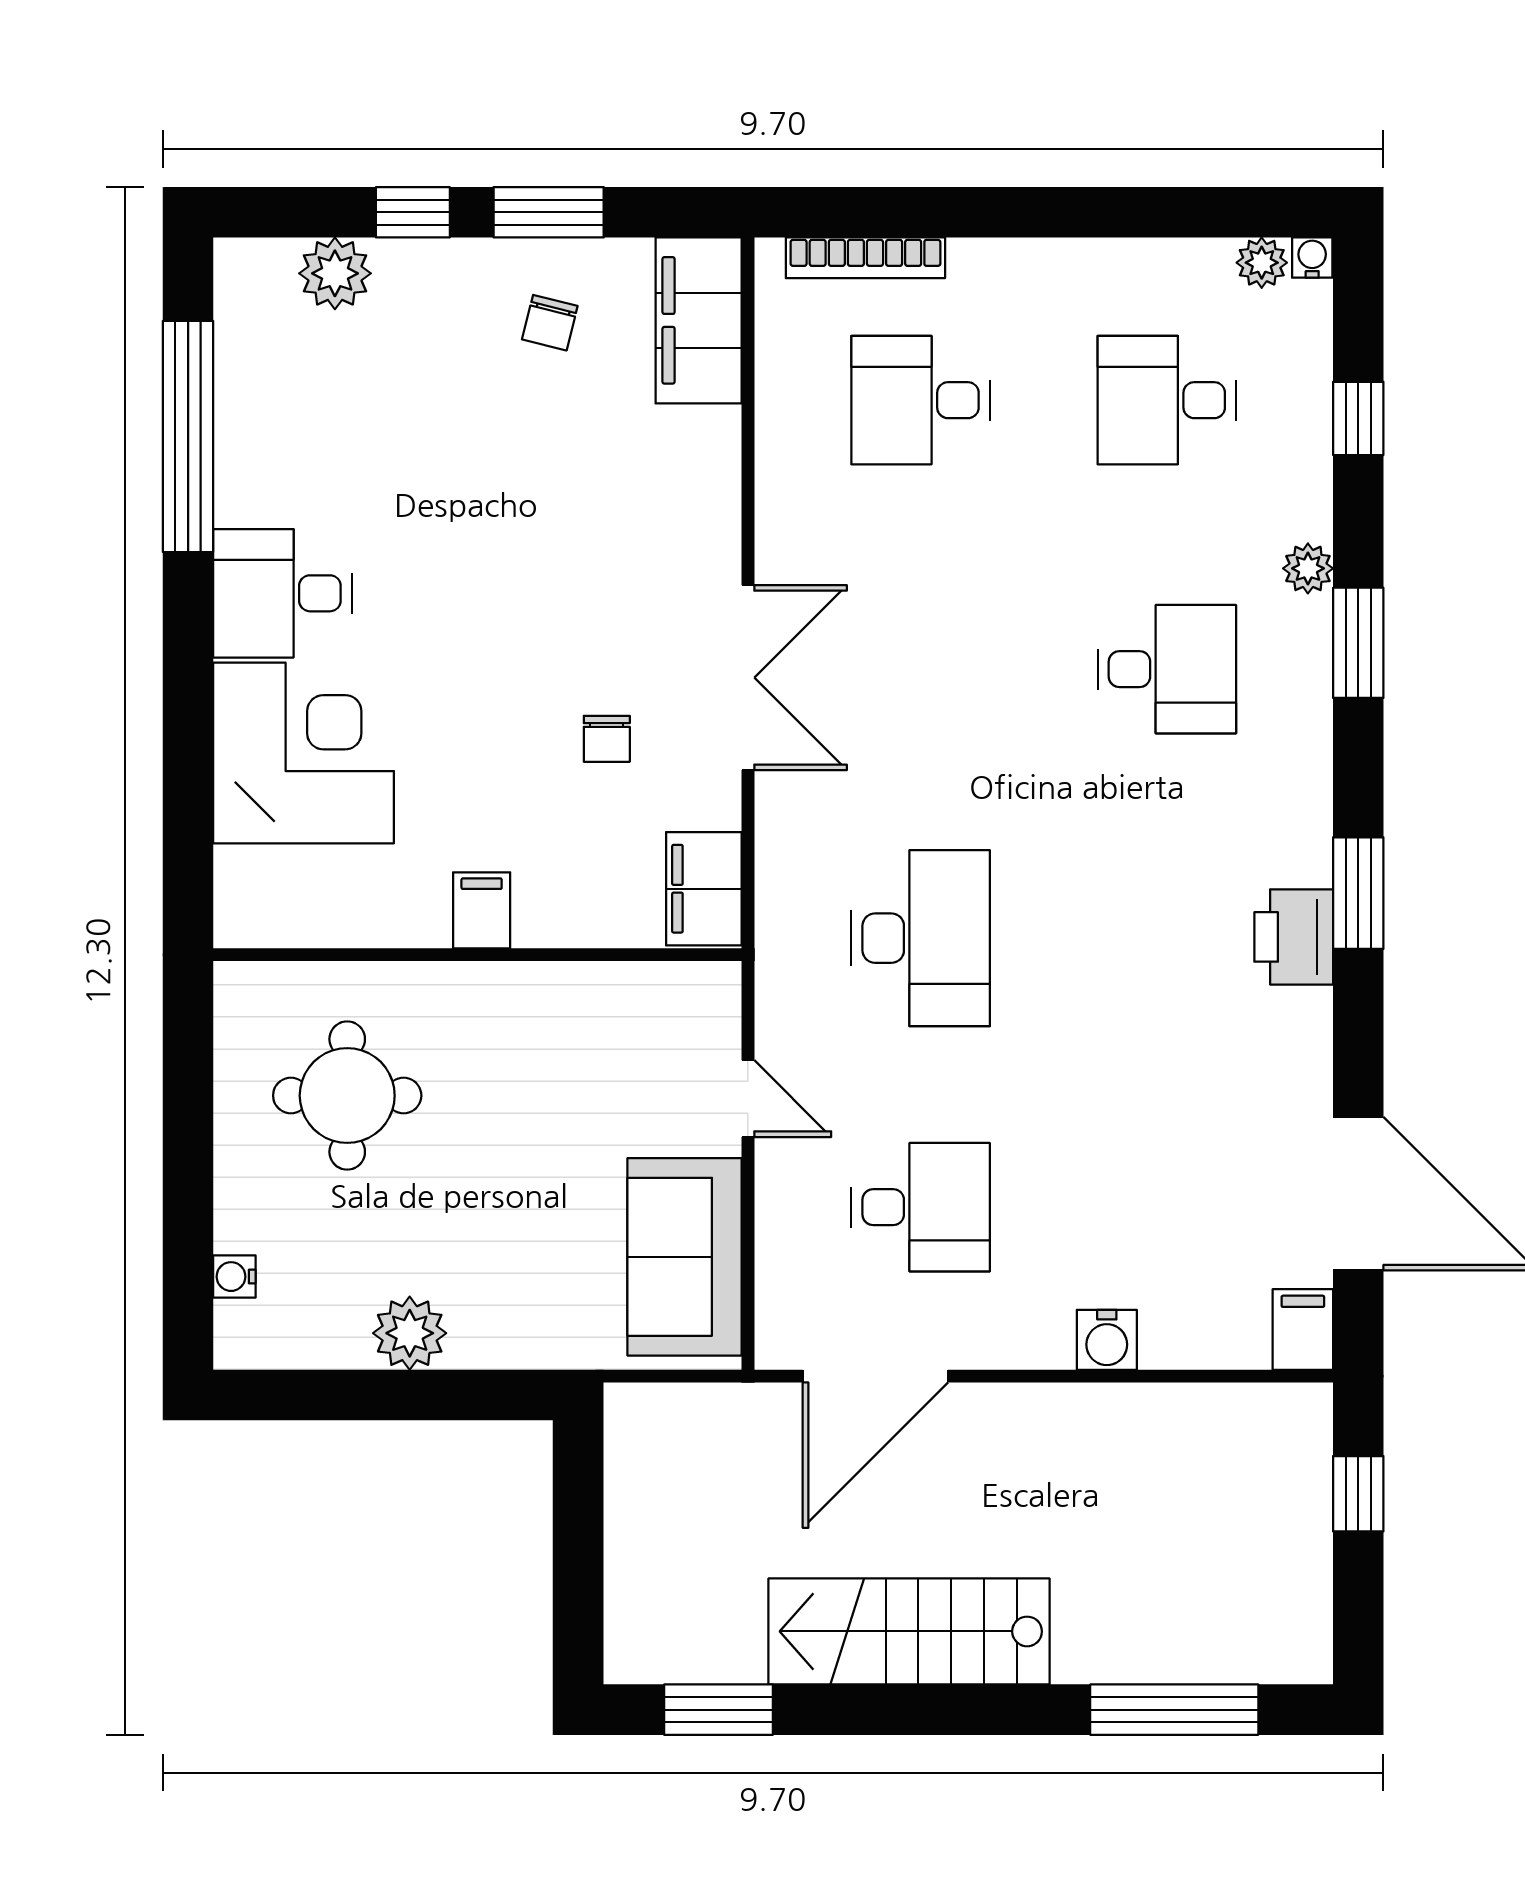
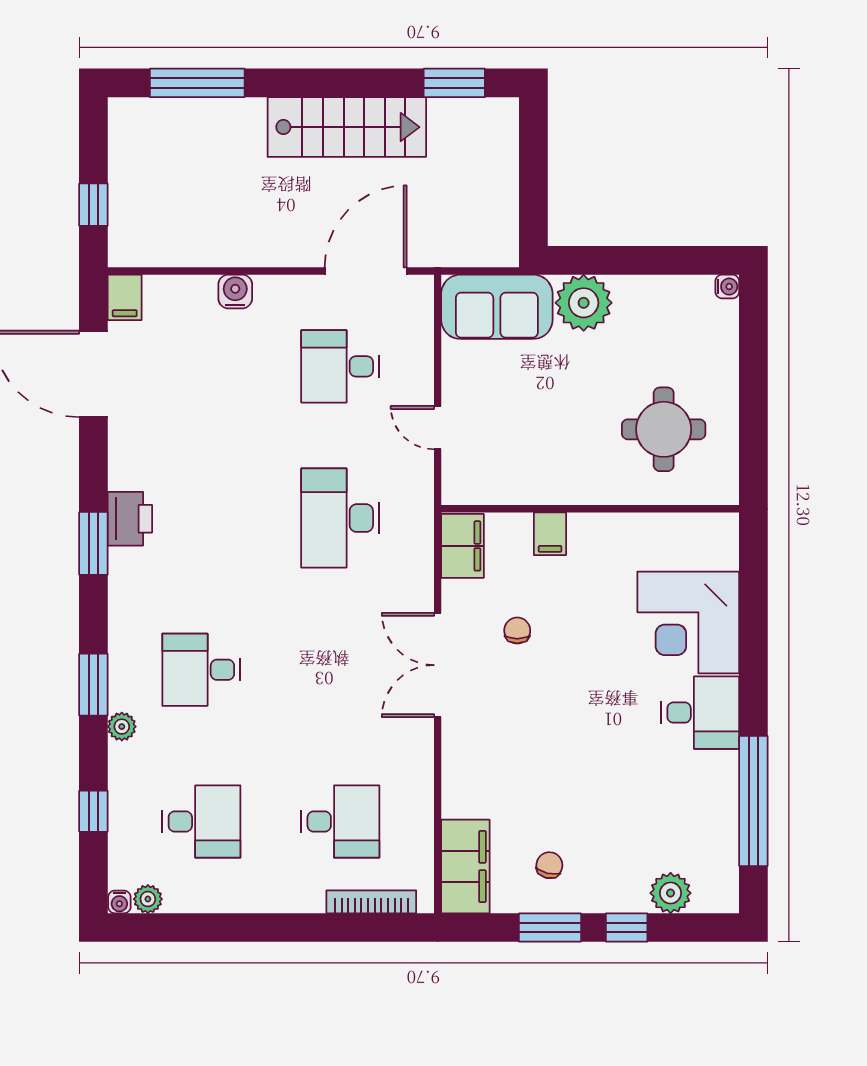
filing cabinet: (482, 910) -> (550, 534), moved
sofa: (685, 1257) -> (497, 307), moved, turned 90
water cooler: (234, 1277) -> (727, 287), moved
plant: (410, 1333) -> (584, 303), moved, width x1.36, depth x1.36

